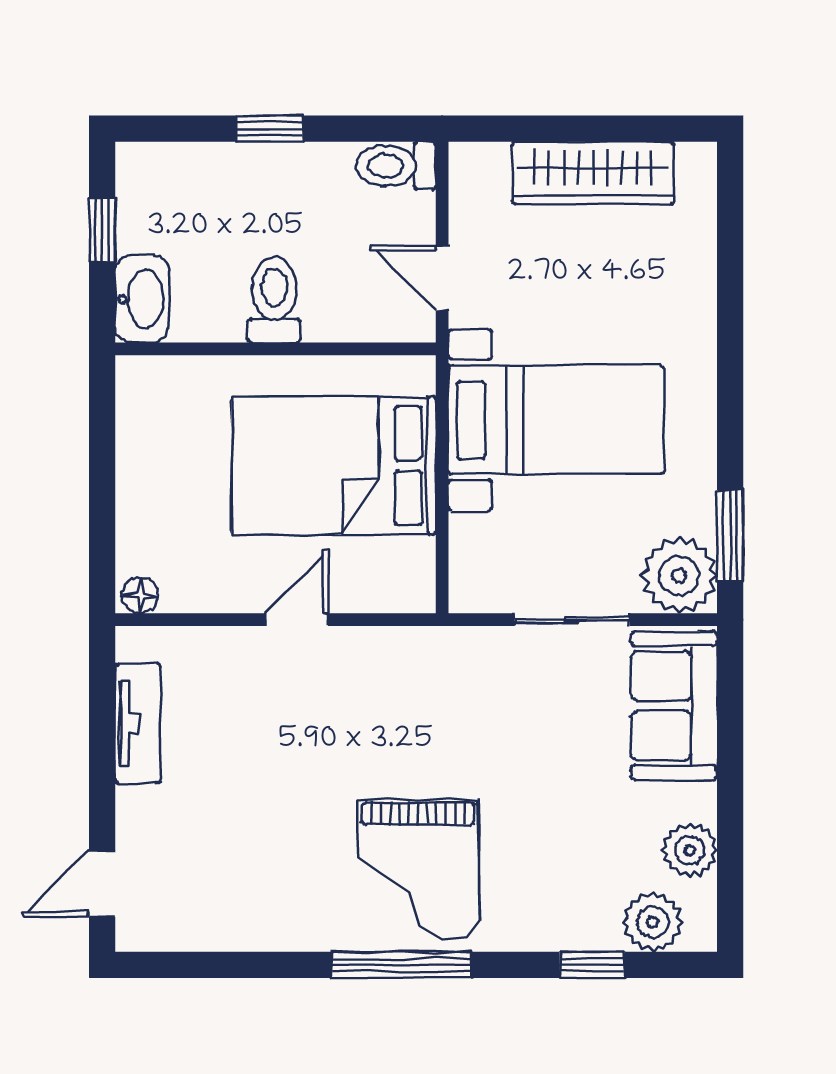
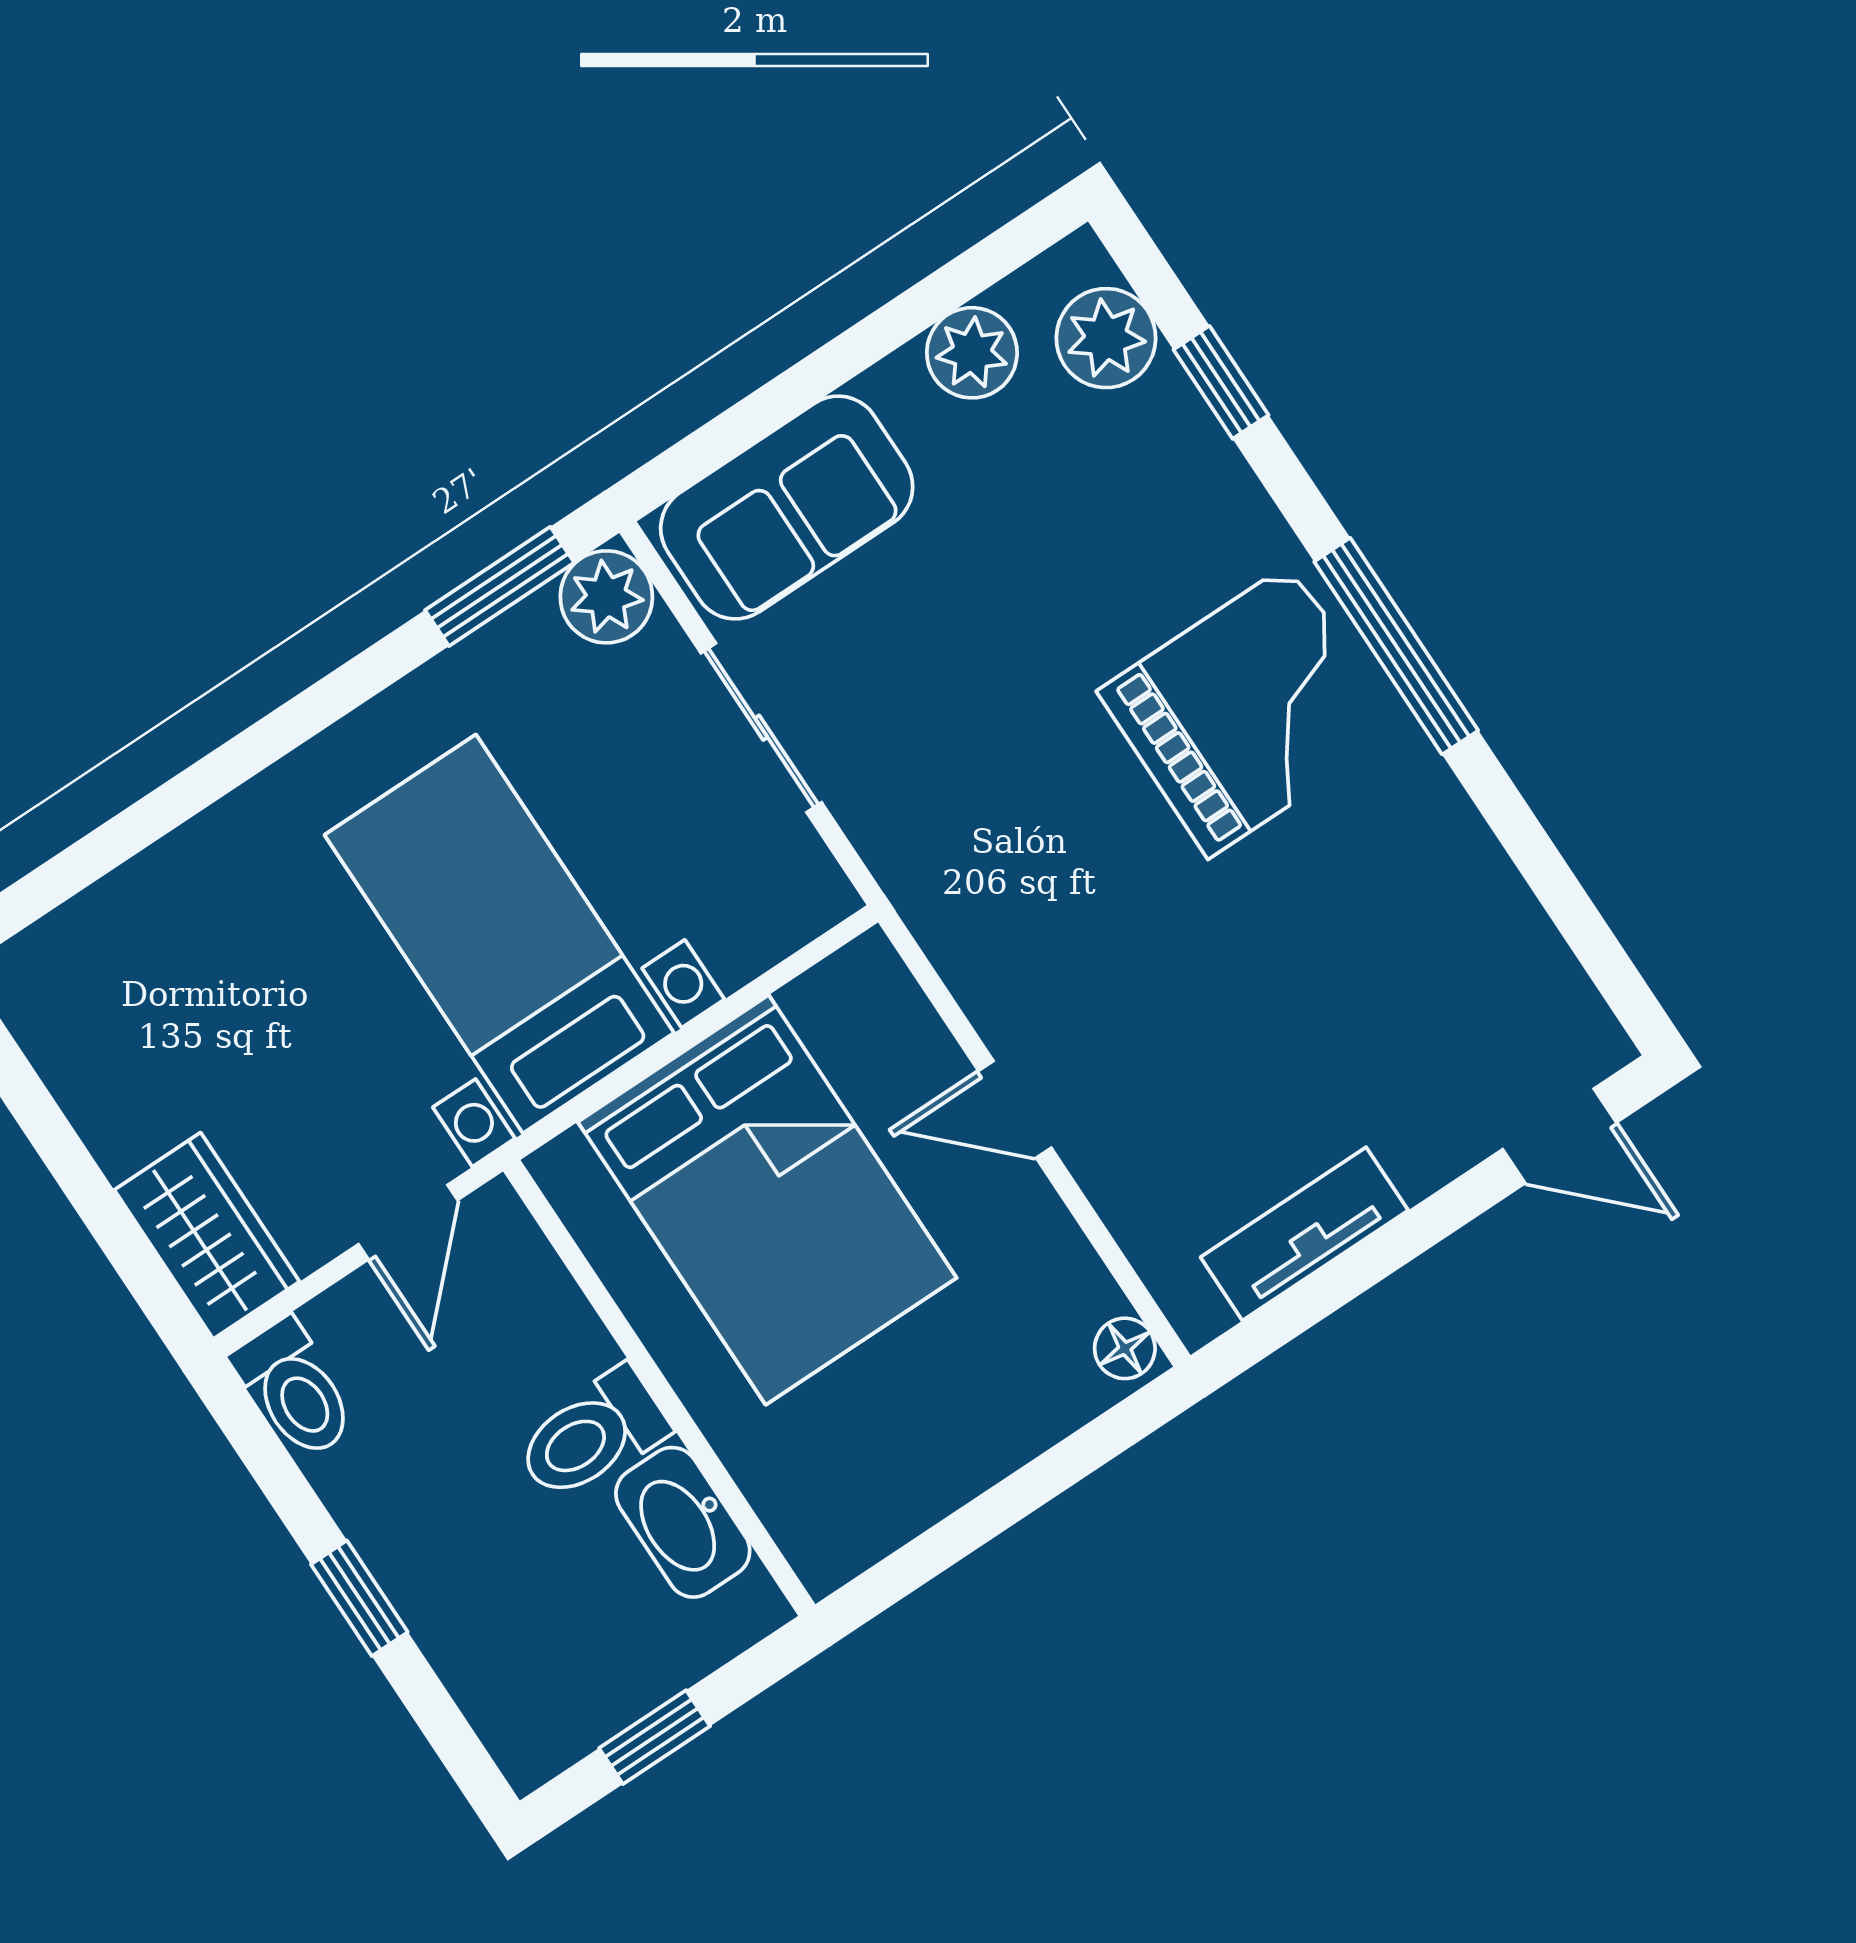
wardrobe: (593, 173) -> (207, 1236), moved, width x0.67
washbasin: (142, 299) -> (683, 1522), moved, turned -90
plant: (679, 576) -> (606, 597), width x0.73, depth x0.73

